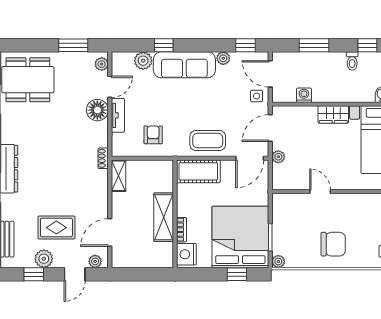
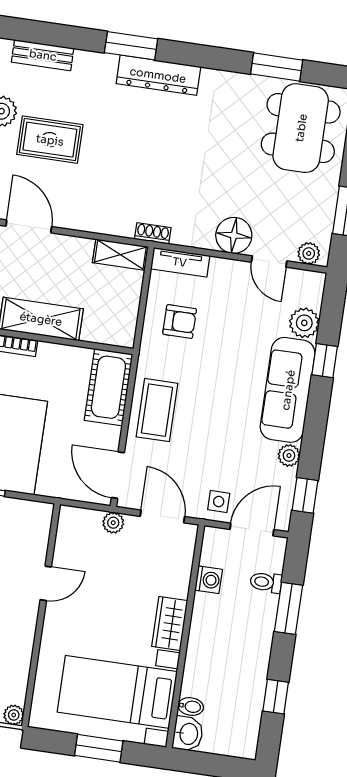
toilet: (352, 61) -> (266, 582), moved
tv unit: (118, 115) -> (180, 262), moved
rug: (56, 228) -> (50, 140), turned 90

